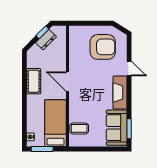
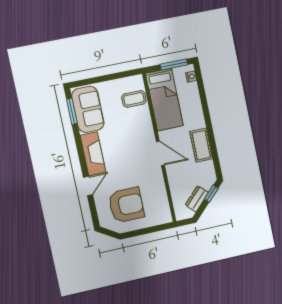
window: (42, 32) -> (211, 194), moved
armchair: (103, 47) -> (126, 205), turned 180
door: (129, 68) -> (88, 186), swing flipped

